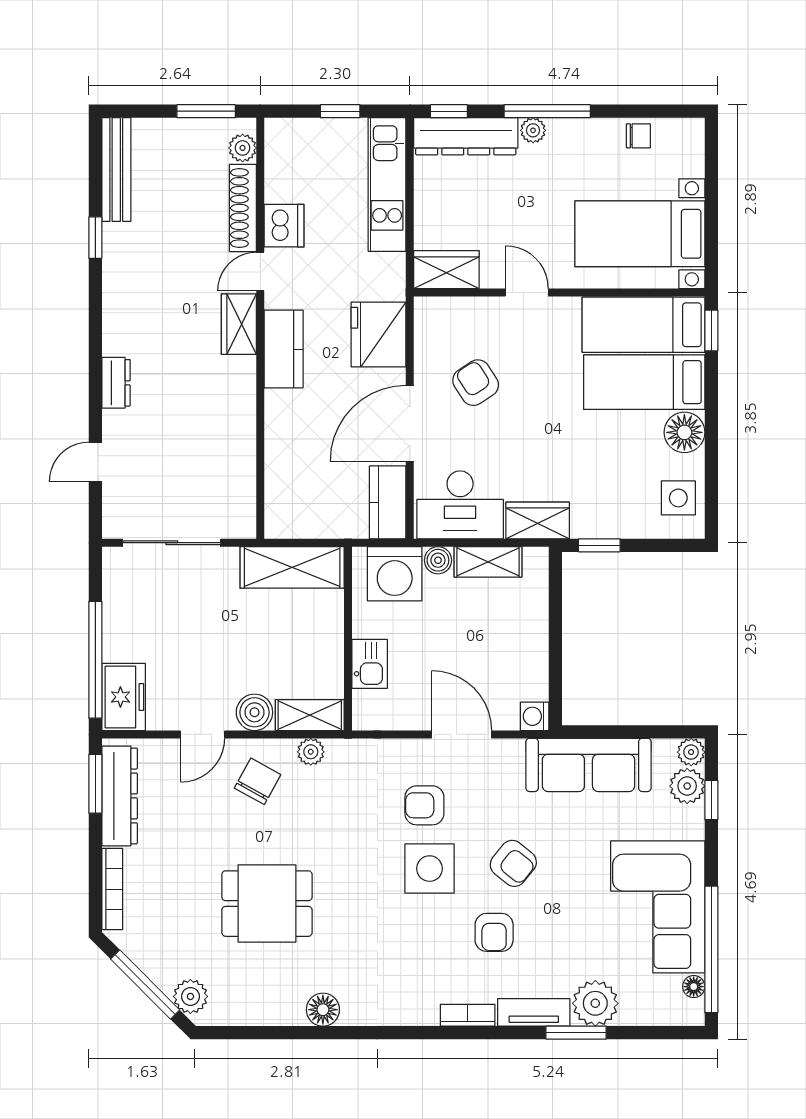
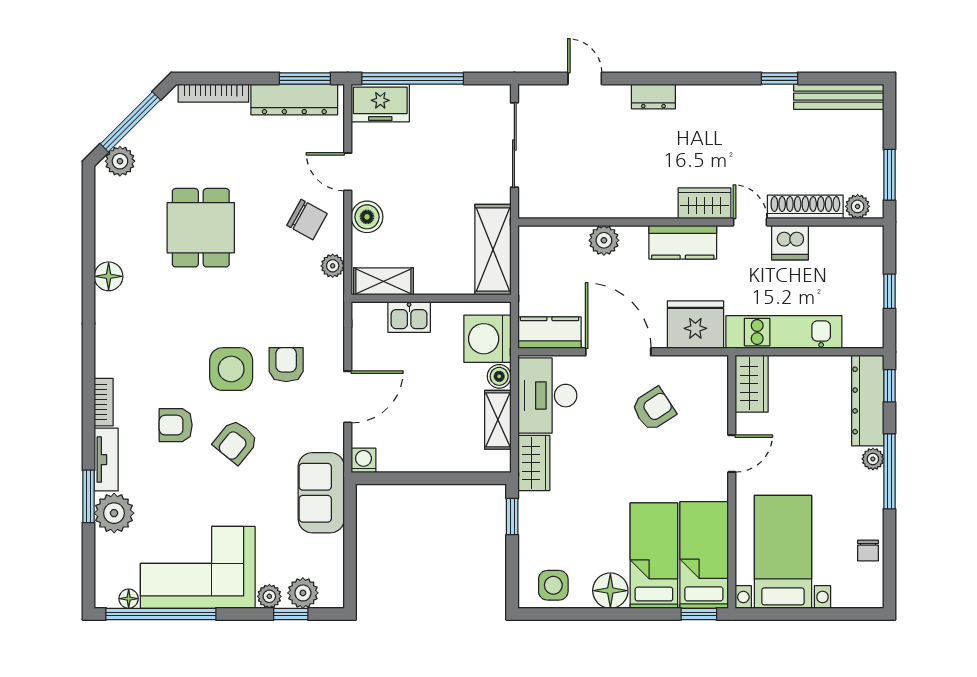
kitchen unit: (387, 185) -> (784, 332), moved
plant: (281, 440) -> (604, 240), added
shelving: (310, 715) -> (383, 281), moved, turned 90
plant: (691, 752) -> (269, 596), moved
sofa: (588, 765) -> (321, 493), width x0.73

